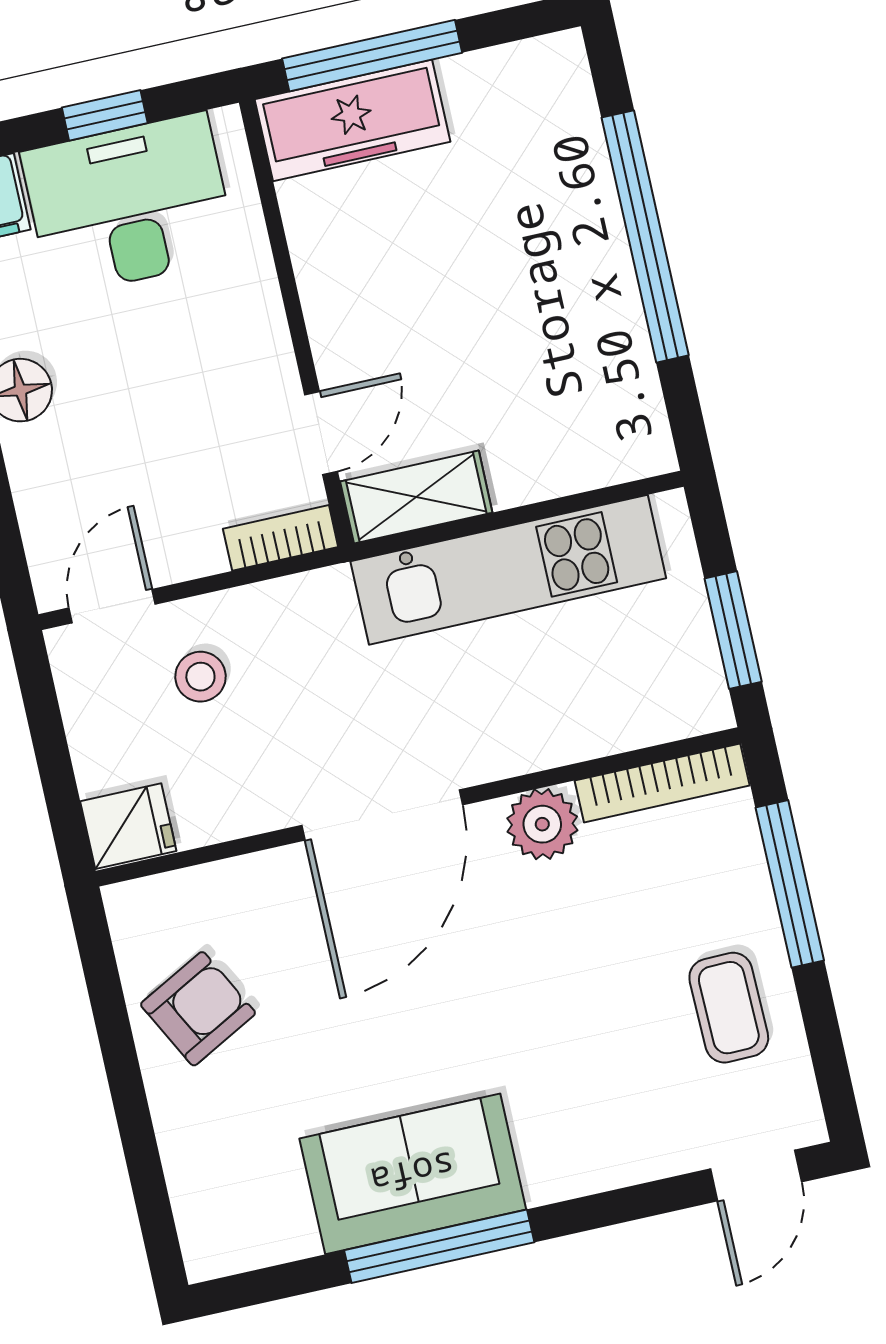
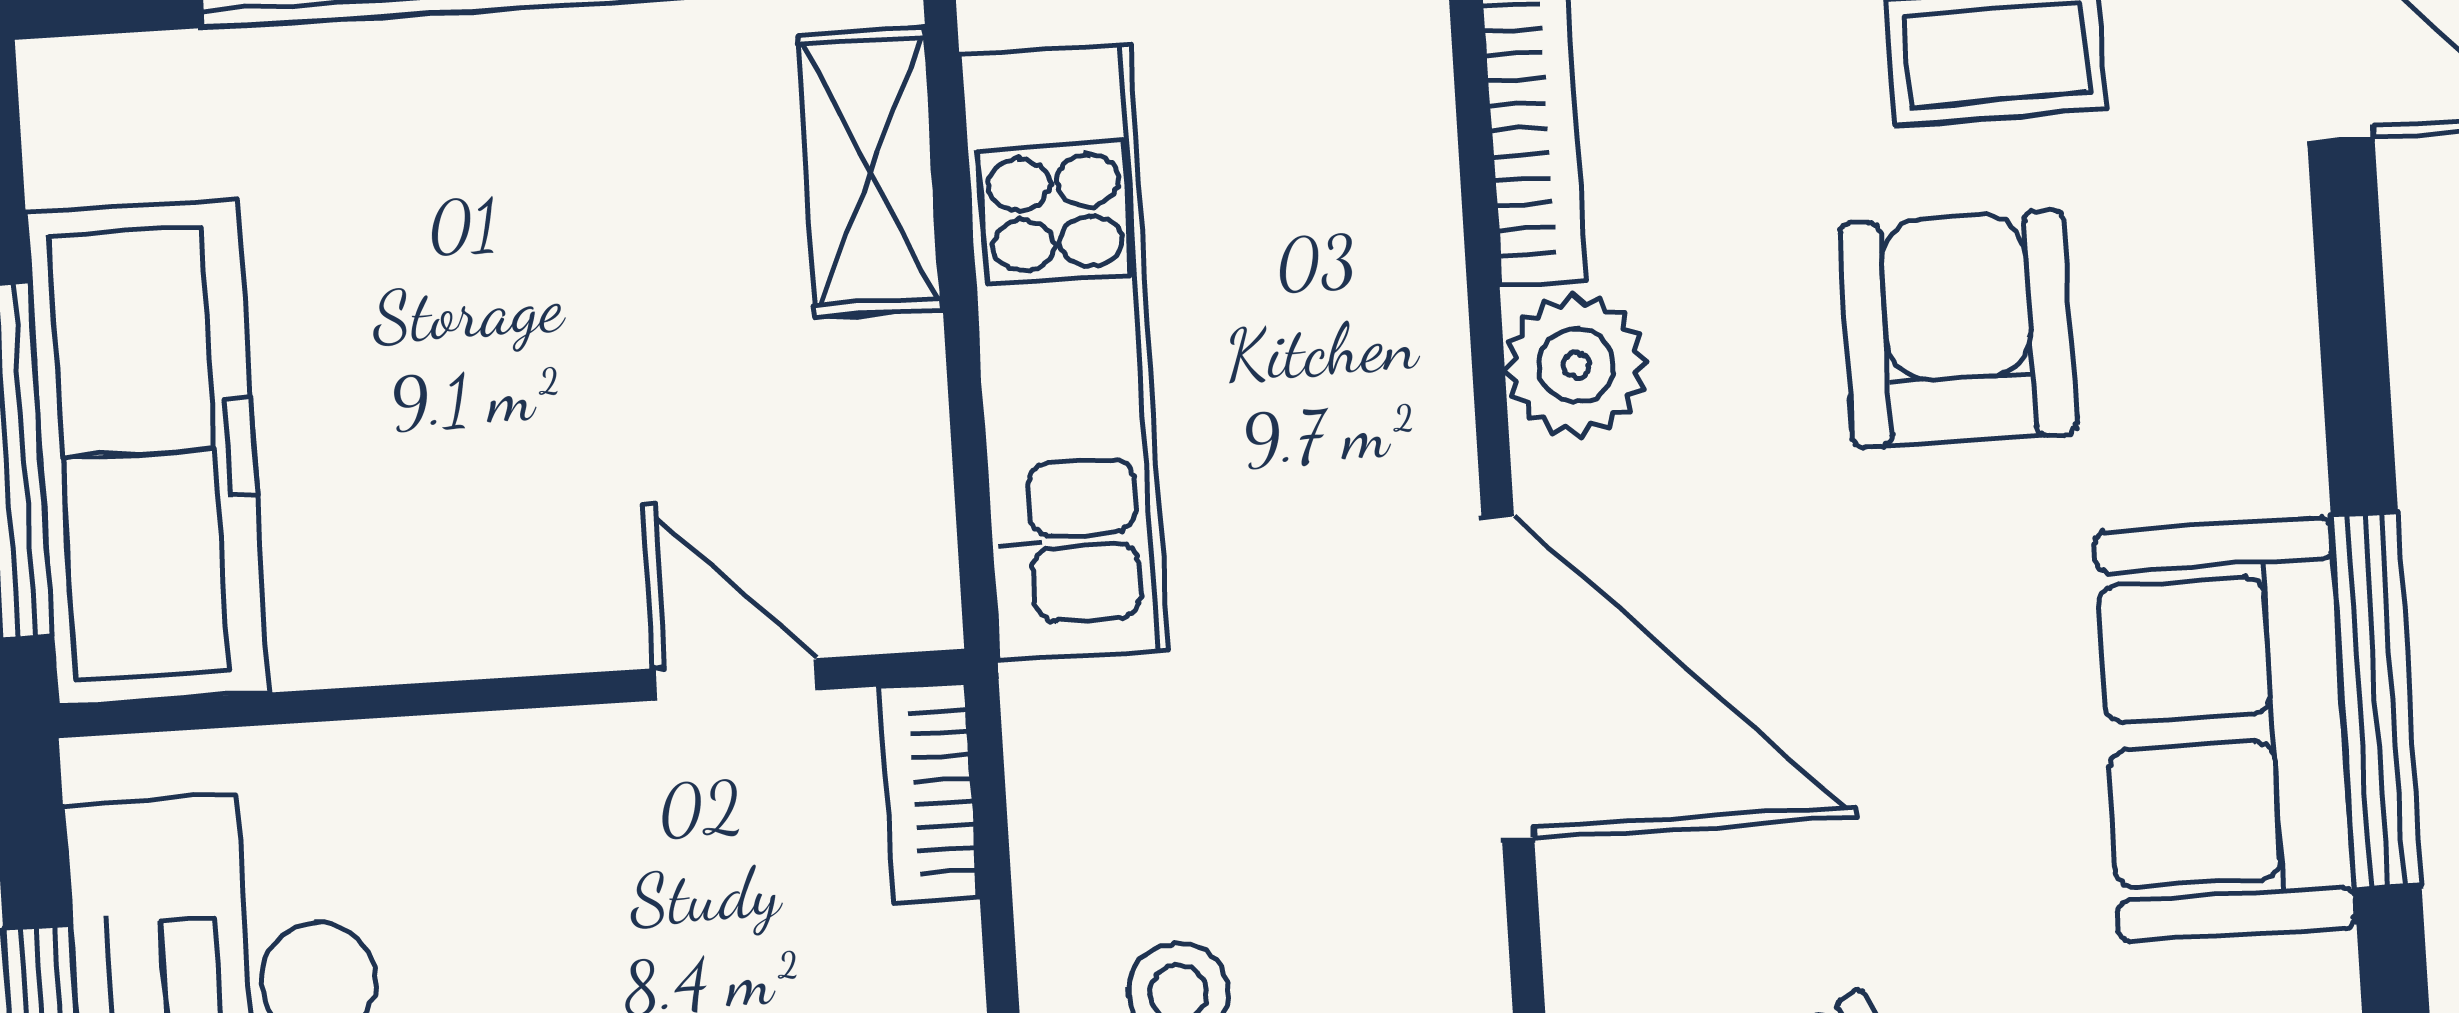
freezer: (352, 120) -> (147, 452), width x1.36, depth x1.26
shelving: (416, 497) -> (870, 172), moved
armchair: (590, 1010) -> (1958, 329), added

